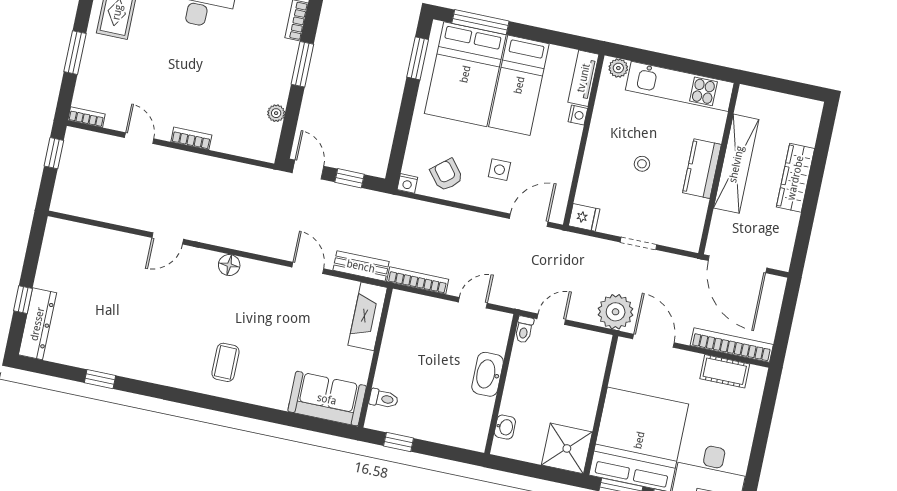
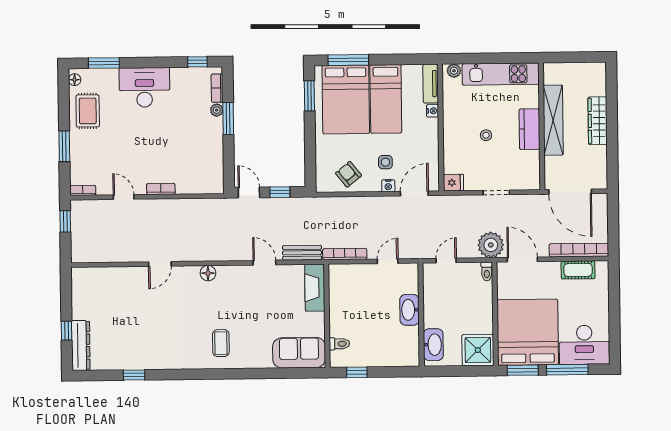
plant: (276, 113) -> (217, 110), moved
nightstand: (407, 183) -> (388, 186), moved
toilet: (524, 330) -> (487, 271), moved
washbasin: (505, 427) -> (433, 345), width x1.91, depth x1.45

